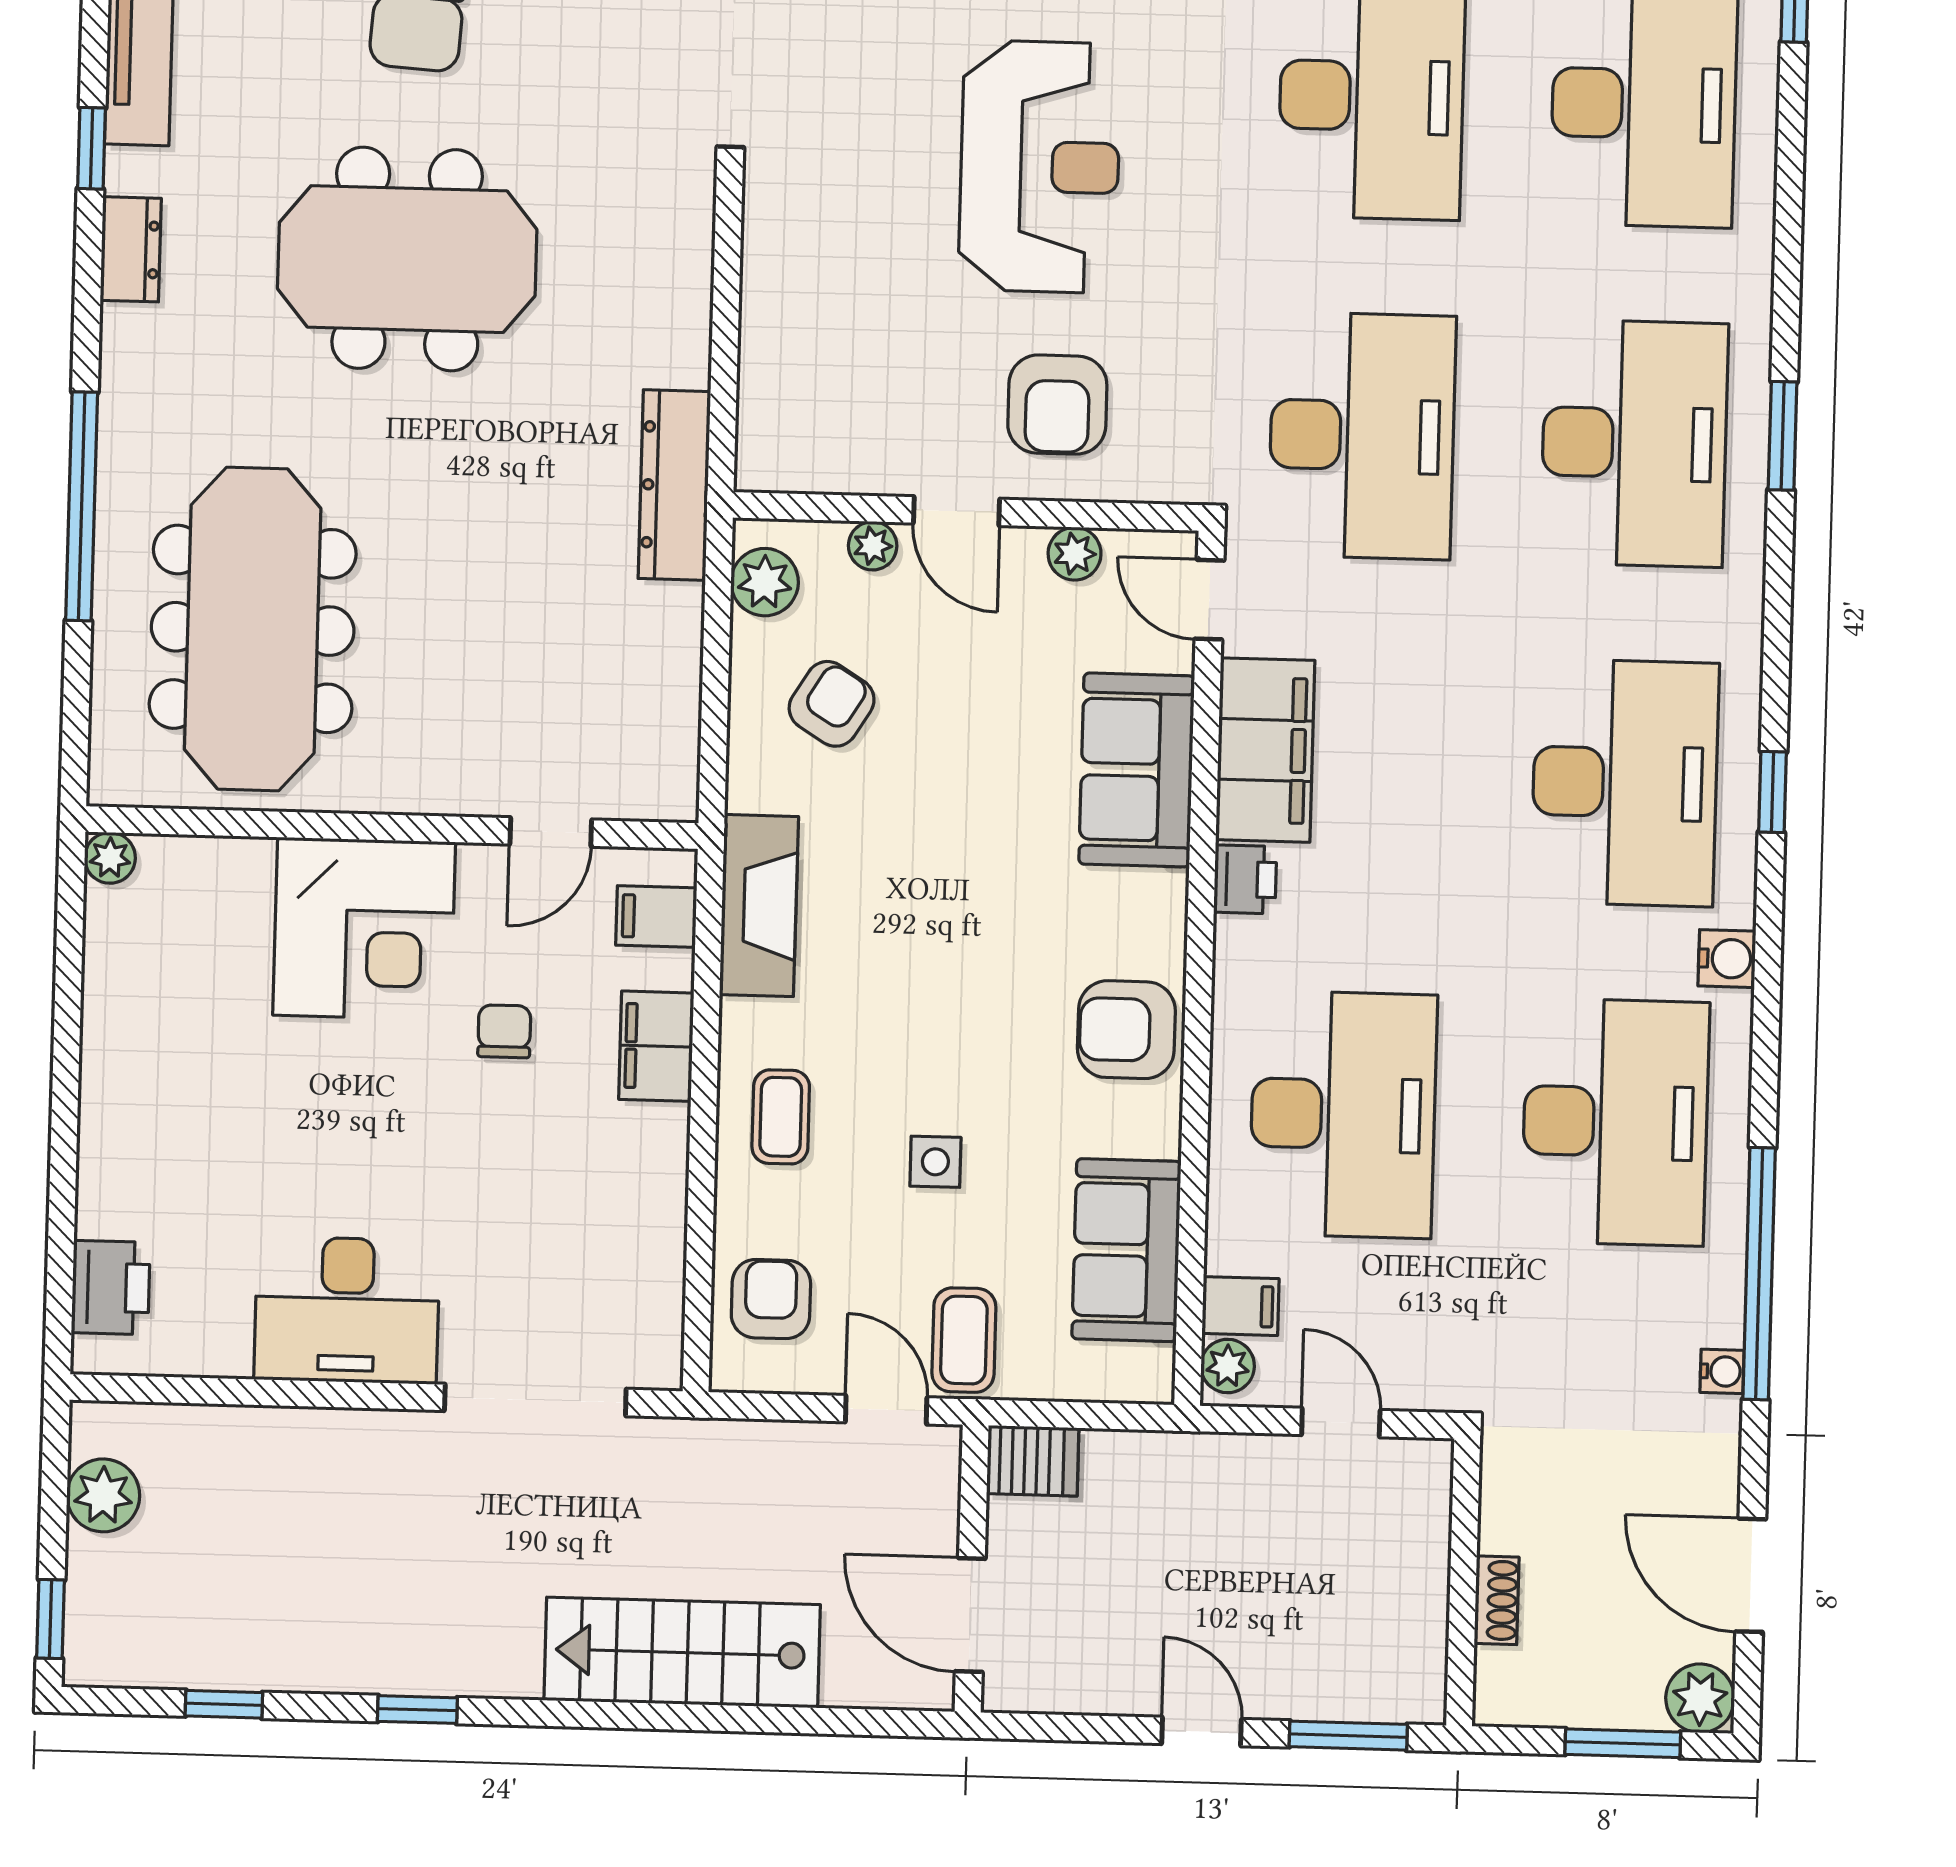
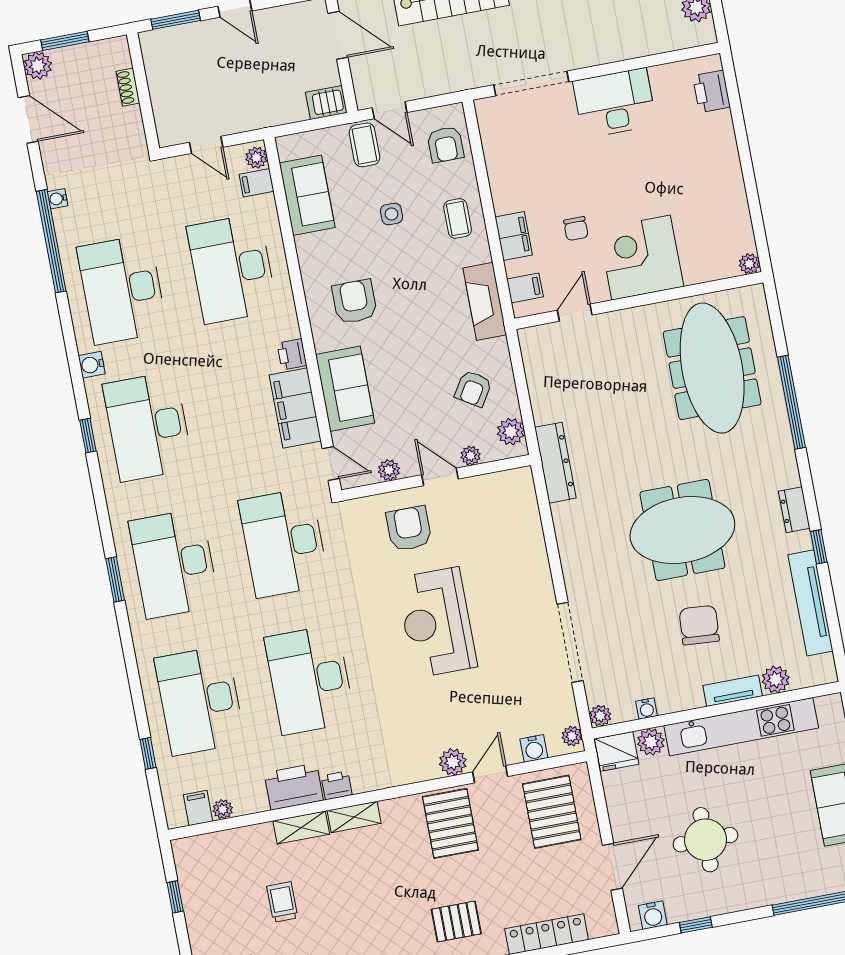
armchair: (1126, 1030) -> (355, 302), moved, turned -90

